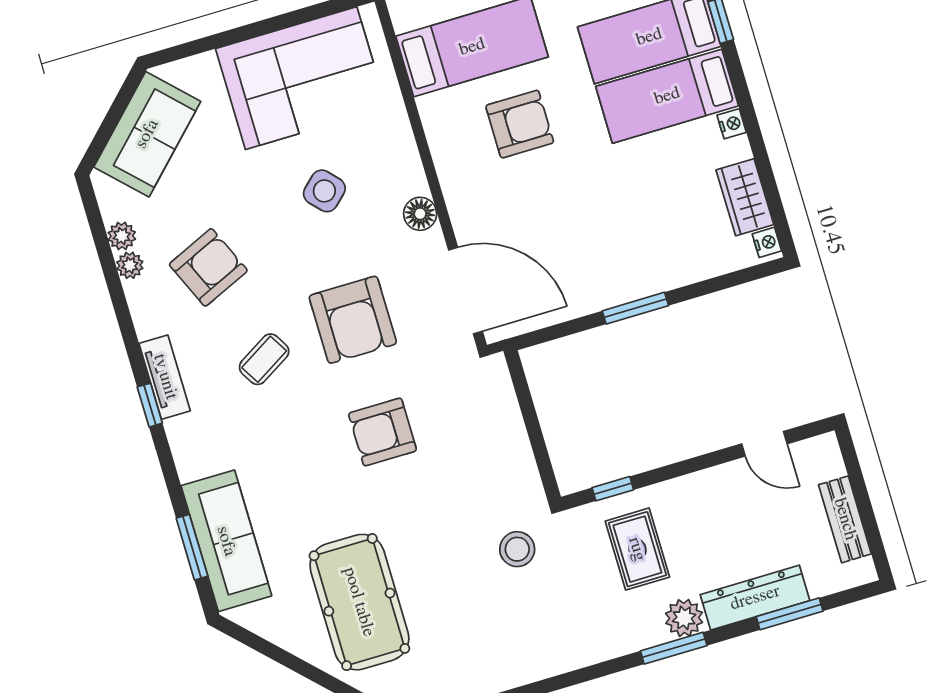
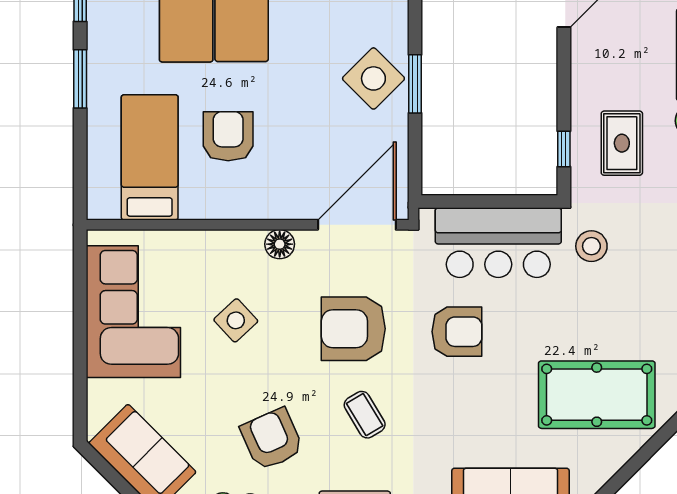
side table: (628, 262) -> (373, 78), added
armchair: (353, 320) -> (353, 329), turned 180
armchair: (383, 432) -> (457, 332), turned -90
bar counter: (491, 448) -> (498, 243), added
rug: (637, 549) -> (622, 143), turned 90

